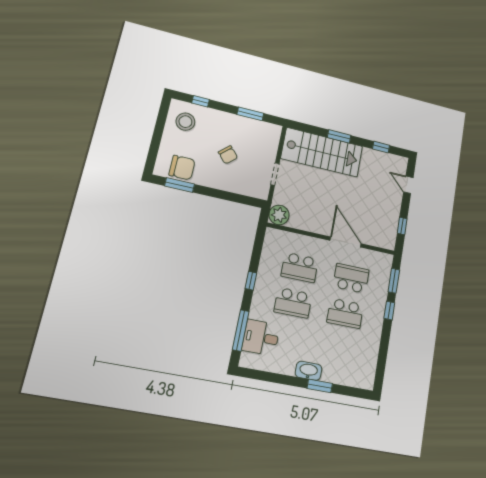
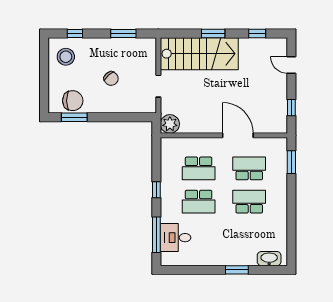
window: (389, 311) -> (291, 191), removed
school desk: (345, 313) -> (249, 202), turned 180
washbasin: (309, 371) -> (269, 259), moved

